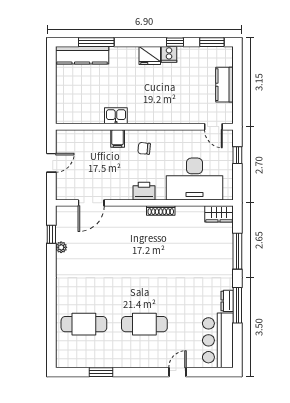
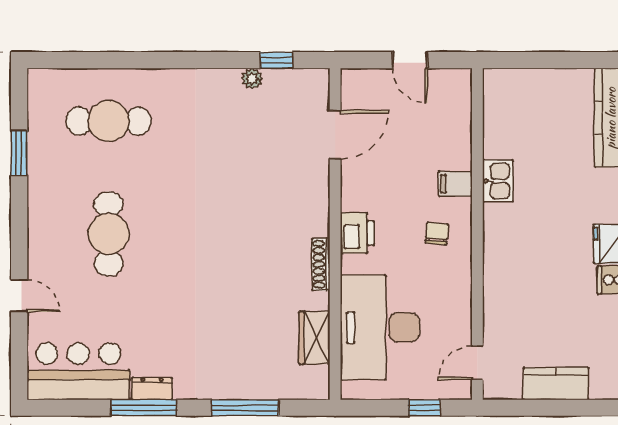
door: (91, 203) -> (335, 135), swing flipped
wardrobe: (219, 214) -> (314, 338), moved
cafe table: (84, 324) -> (109, 121), turned 90

